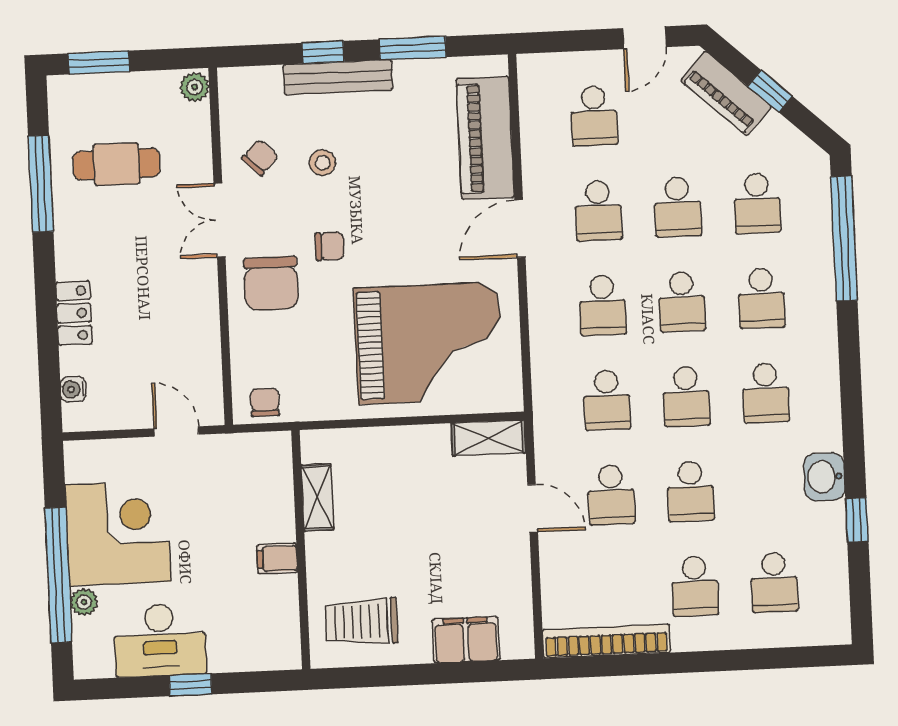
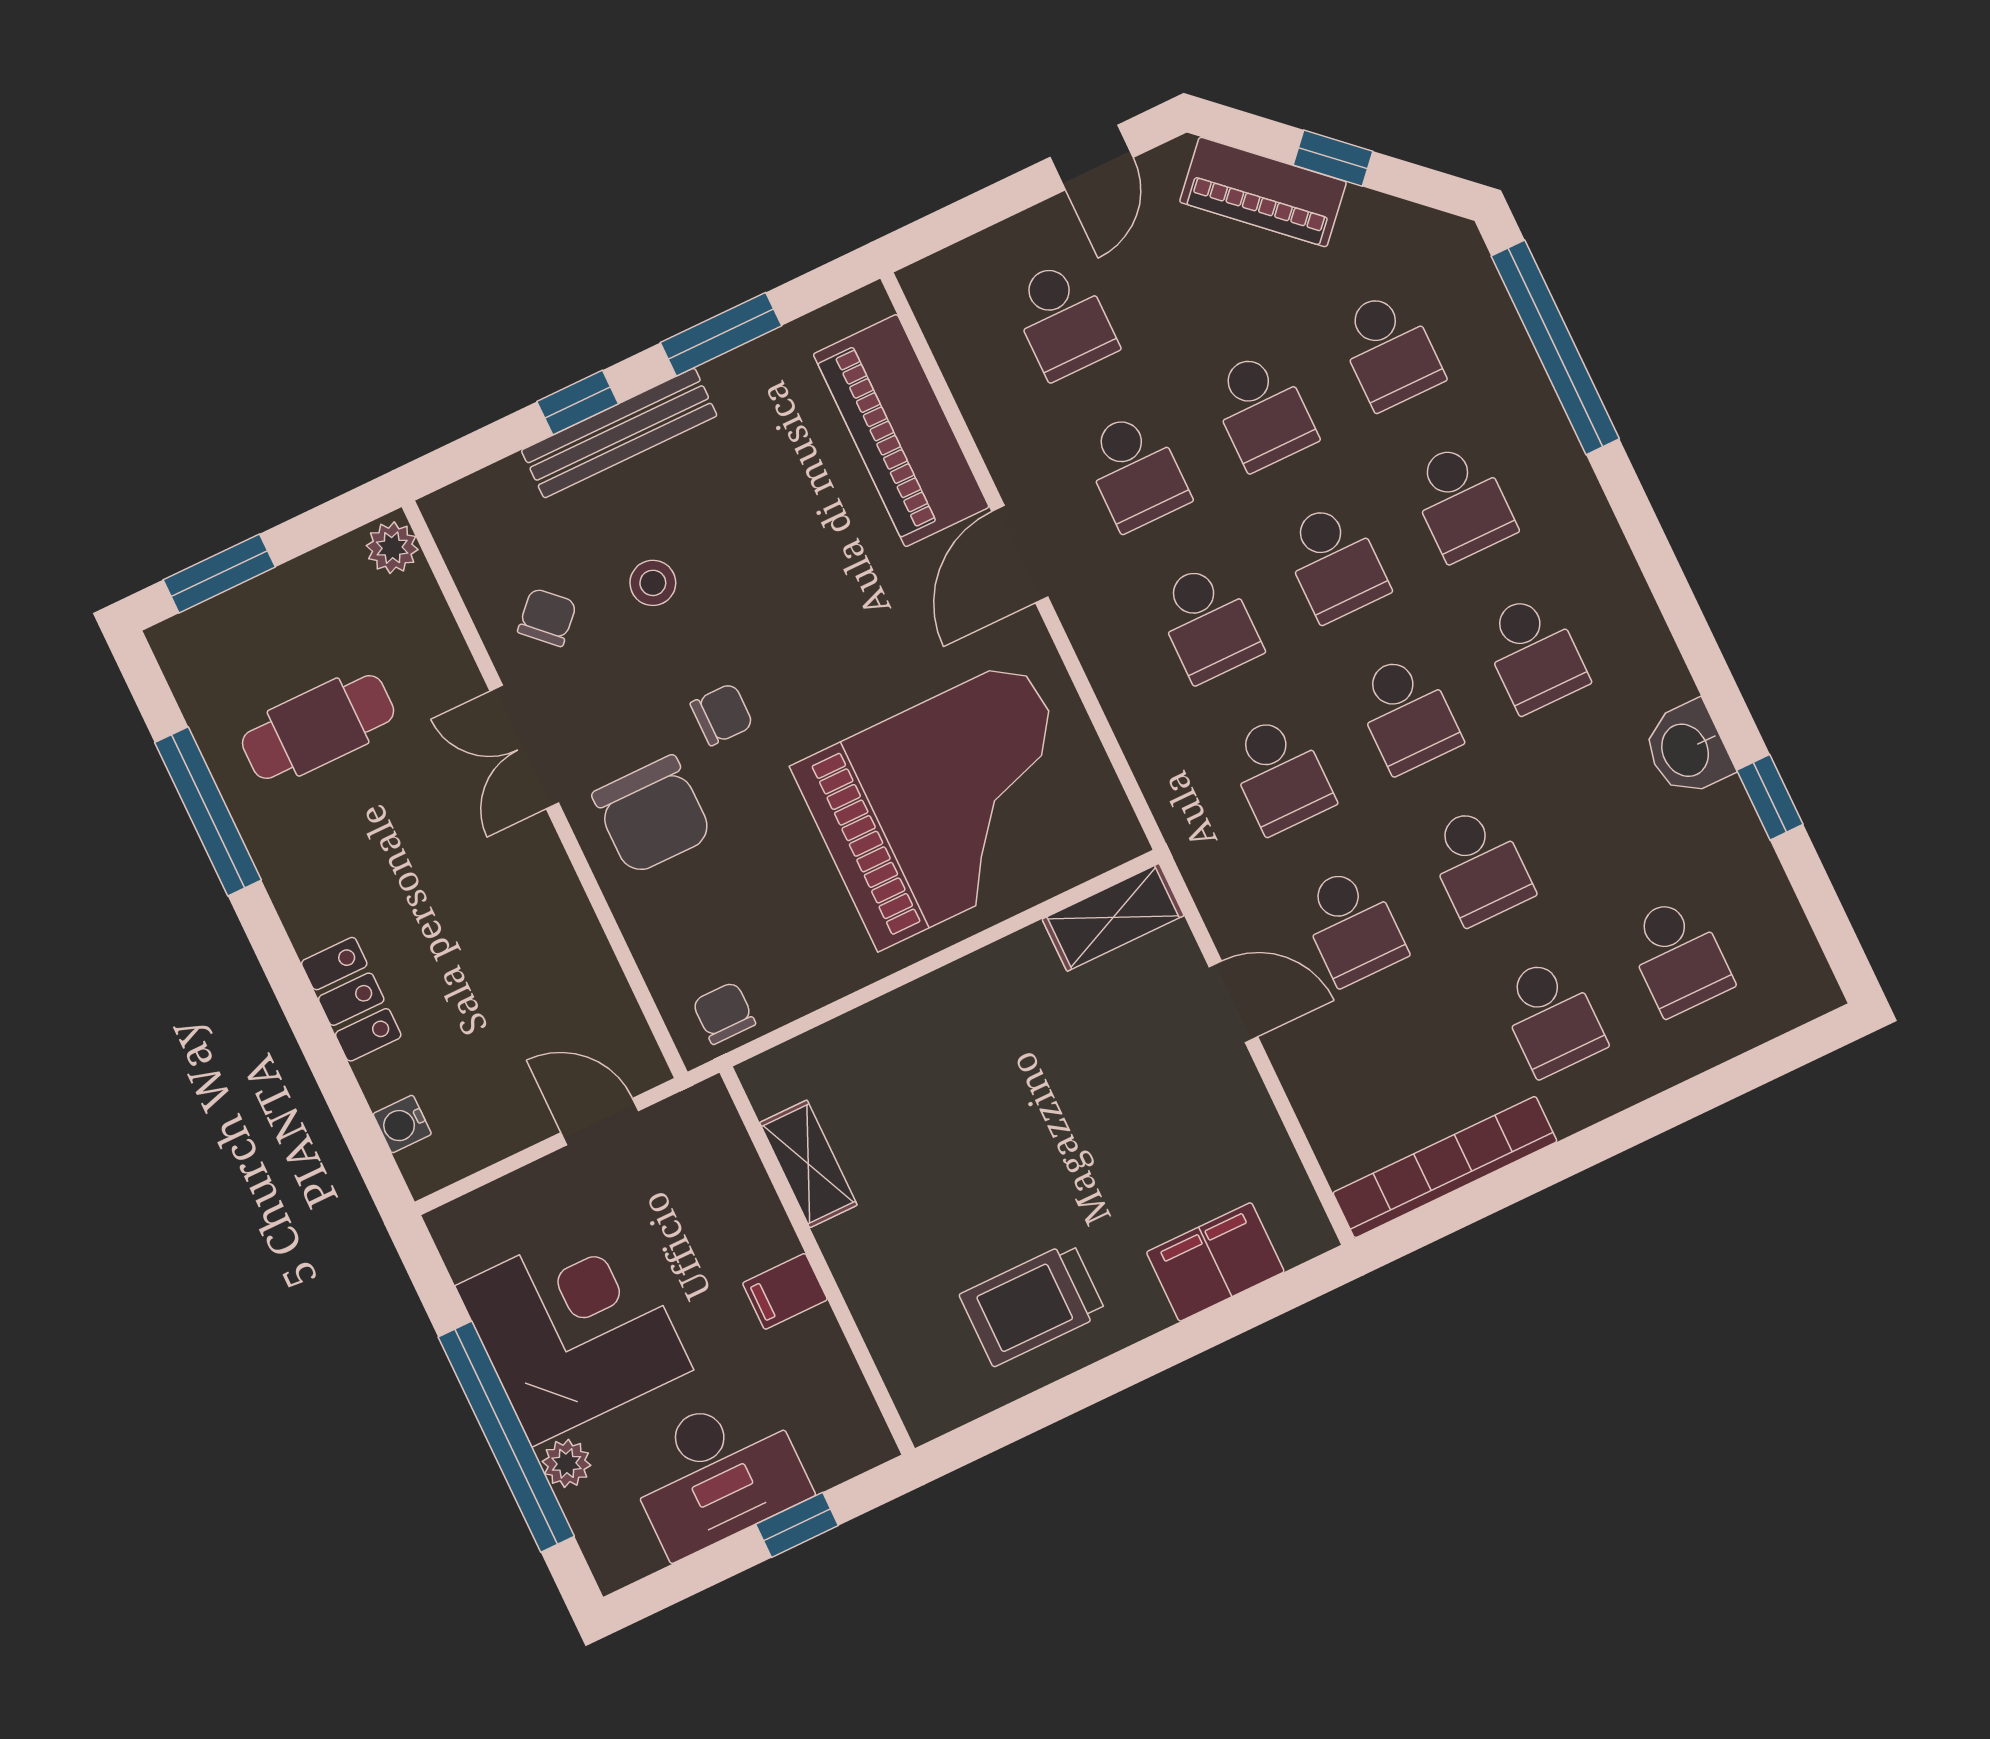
shelving: (317, 497) -> (808, 1164), moved
wall: (301, 550) -> (817, 1260), moved
filing cabinet: (277, 559) -> (785, 1291), moved

